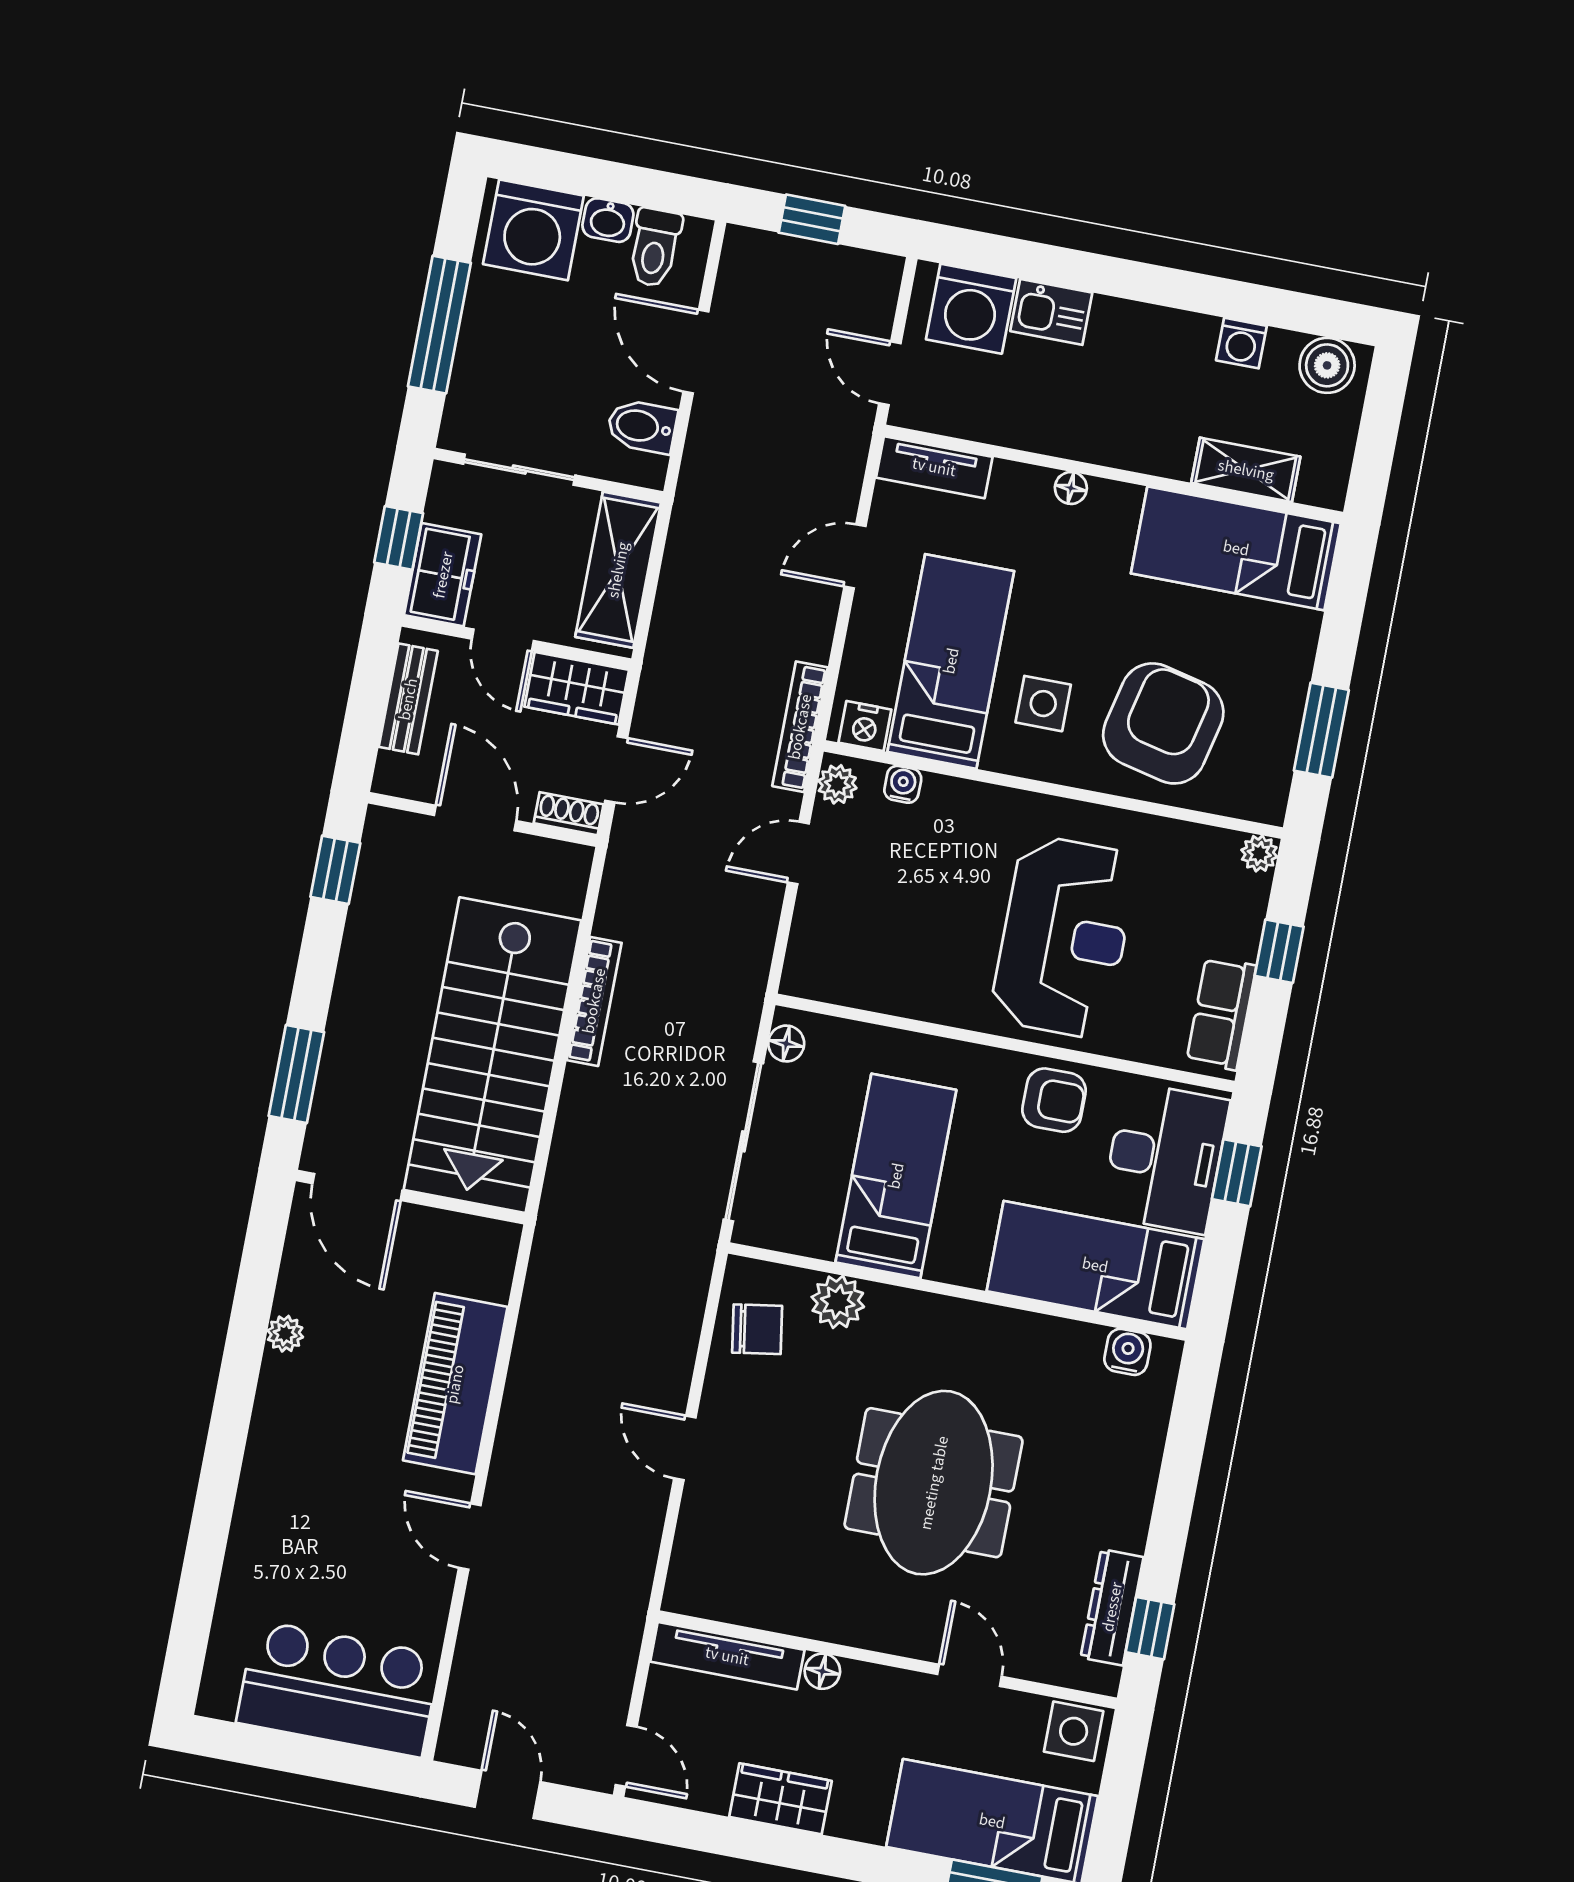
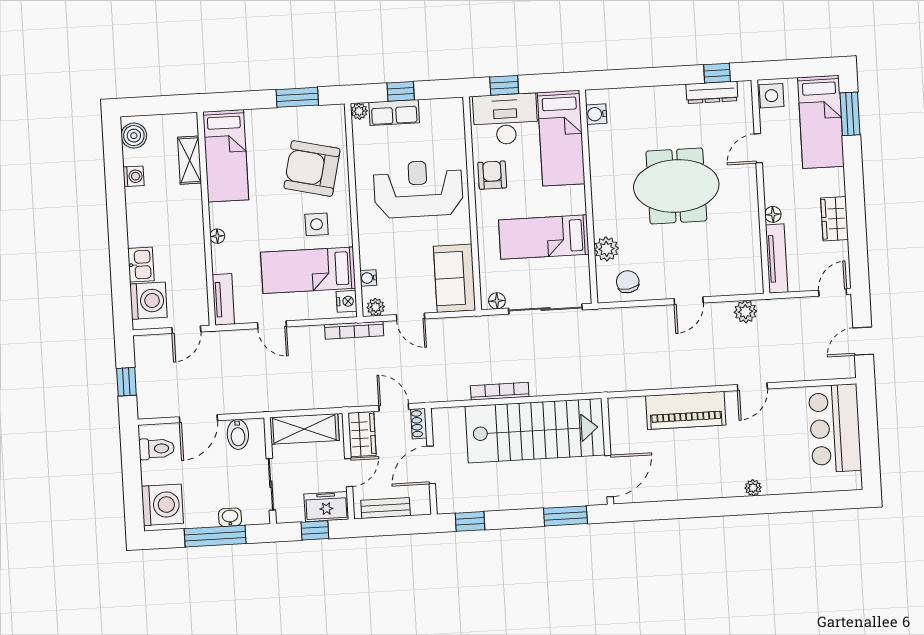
washbasin: (608, 220) -> (230, 517), moved, turned -90
sofa: (856, 966) -> (455, 278), added
row of seats: (1221, 1013) -> (394, 112), moved
plant: (285, 1334) -> (753, 488), moved
plant: (632, 1562) -> (745, 312), added

